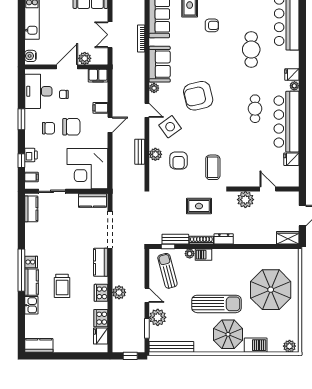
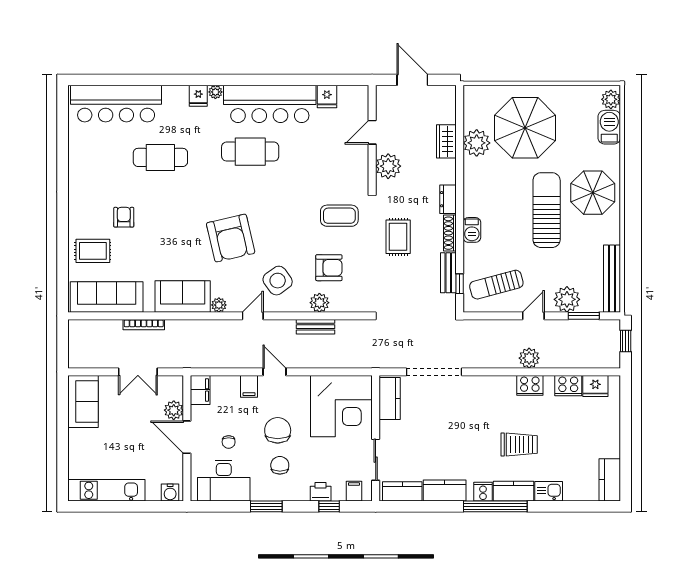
cafe table: (255, 109) -> (250, 152), width x1.37, depth x1.35
wardrobe: (288, 238) -> (446, 141), moved
plant: (190, 254) -> (477, 143), moved, width x1.88, depth x1.88
kitchen counter: (101, 262) -> (445, 491), moved, turned 180
barbecue: (256, 345) -> (609, 127), moved

